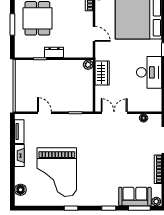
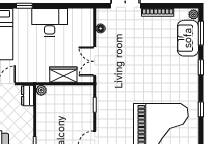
dresser: (54, 52) -> (27, 95), moved
wardrobe: (102, 73) -> (63, 75), moved

